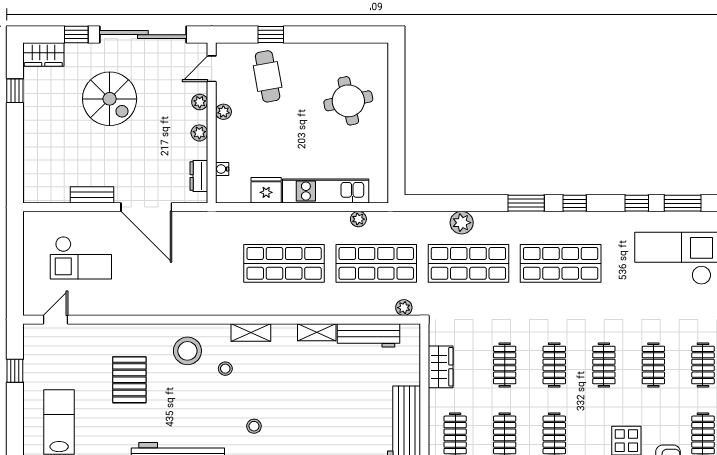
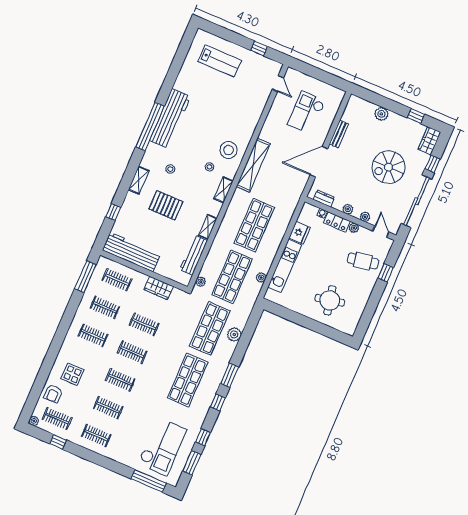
locker: (226, 141) -> (337, 222), added
plant: (34, 144) -> (381, 114), added
shelving: (194, 304) -> (253, 165), added
pallet: (129, 380) -> (166, 205), moved

